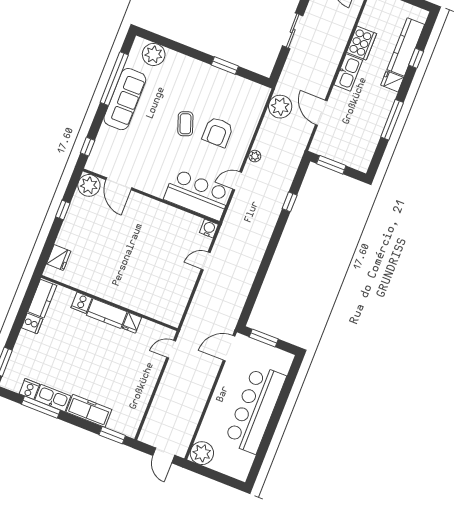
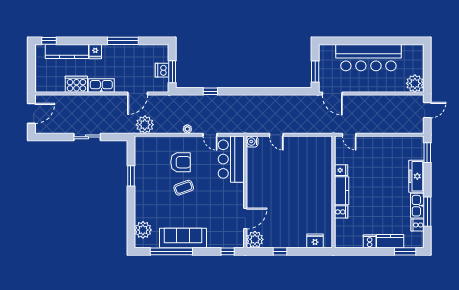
window: (416, 58) -> (49, 41), moved
dishwasher: (338, 153) -> (162, 70), added
kitchen counter: (42, 299) -> (390, 241), moved

